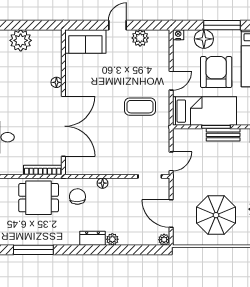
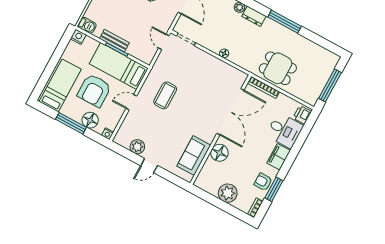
sofa: (85, 41) -> (194, 156), moved, turned -90
floor lamp: (56, 82) -> (219, 153), width x1.89, depth x1.89
coffee table: (140, 107) -> (165, 95), turned 90
double door: (63, 126) -> (230, 112), swing flipped
door: (171, 161) -> (164, 42), hinge flipped
chair: (77, 197) -> (248, 54), removed
window: (33, 250) -> (285, 22), moved

